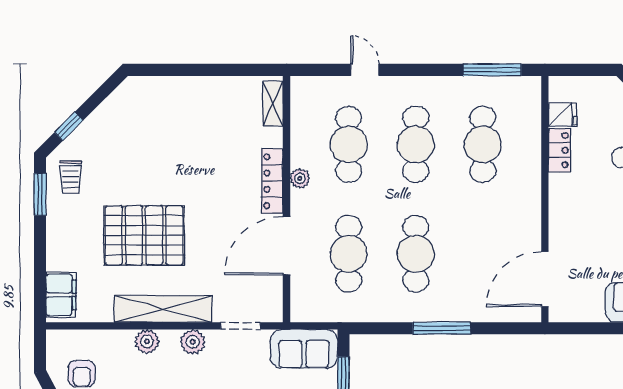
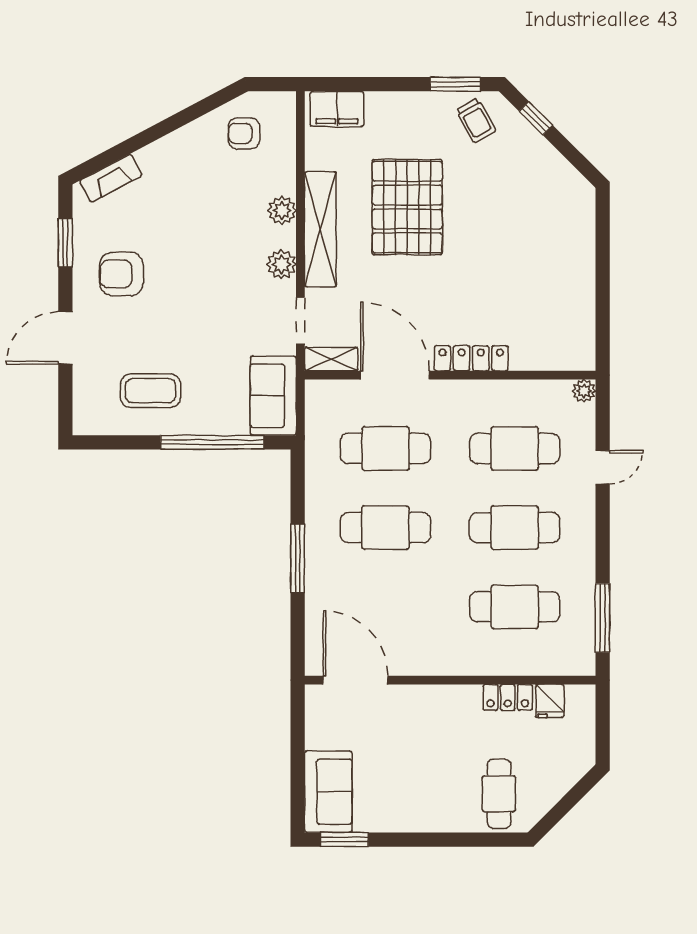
shelving: (273, 104) -> (331, 359), moved
trolley: (71, 177) -> (476, 120), turned -119
plant: (300, 178) -> (584, 391), moved

